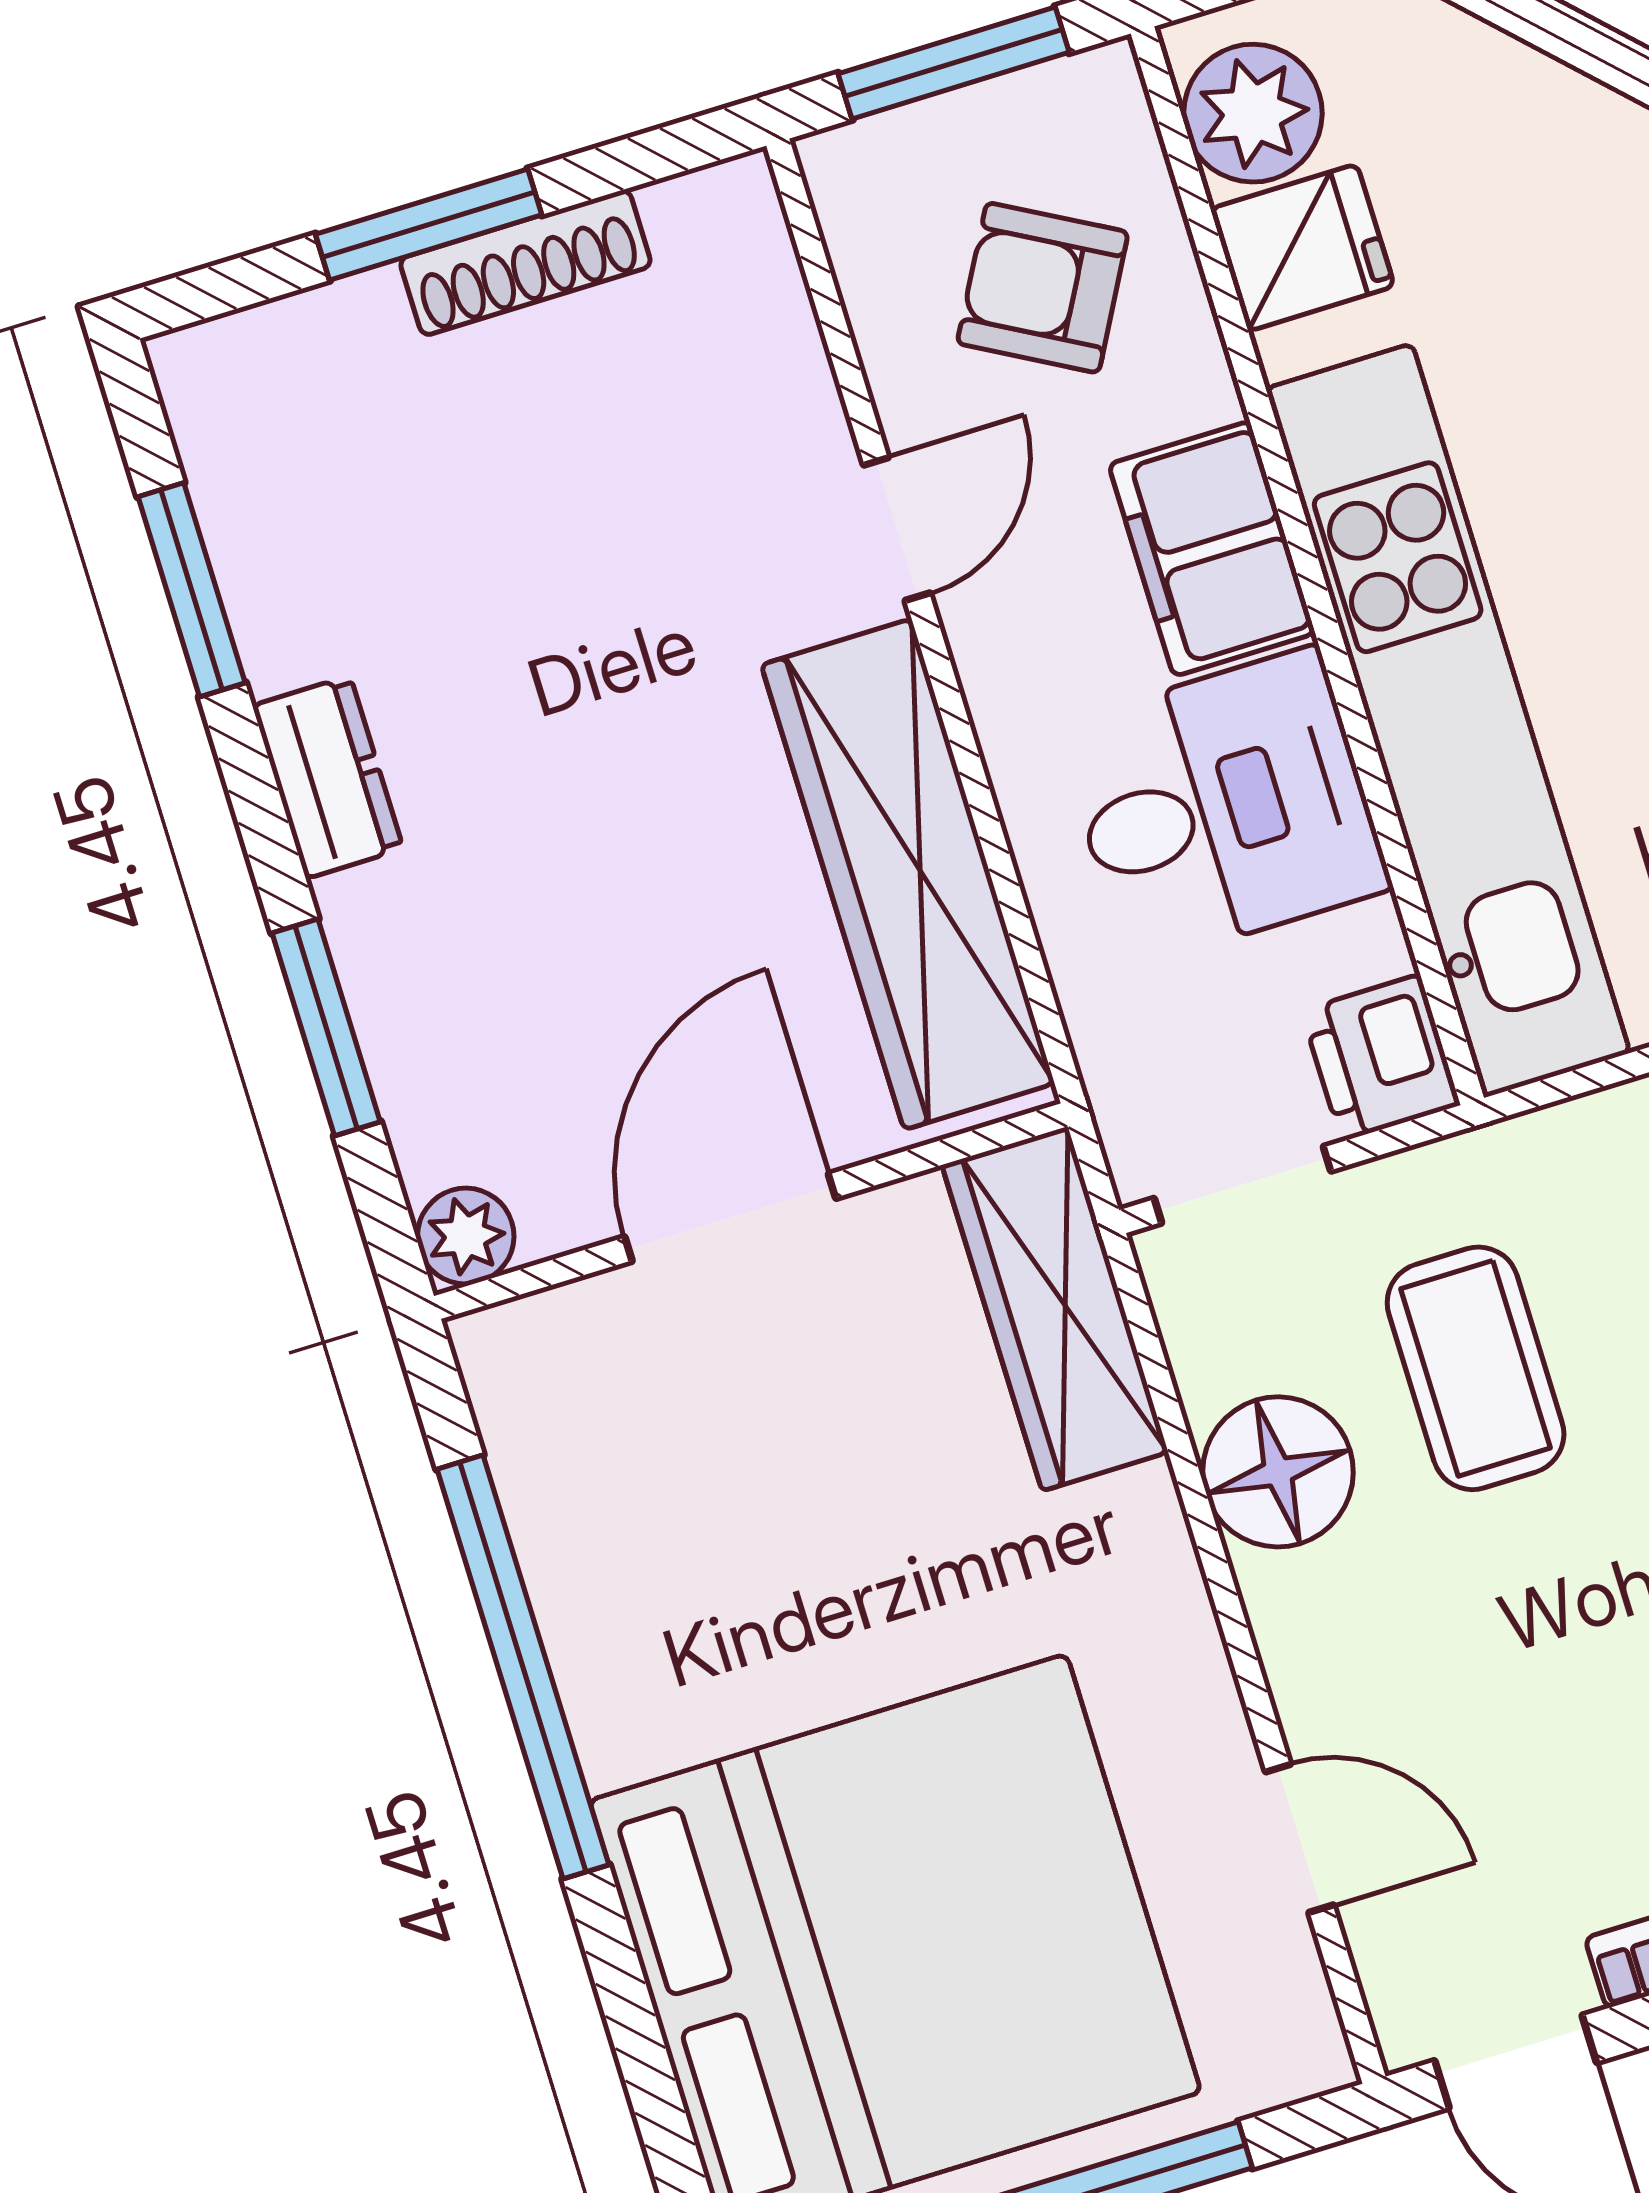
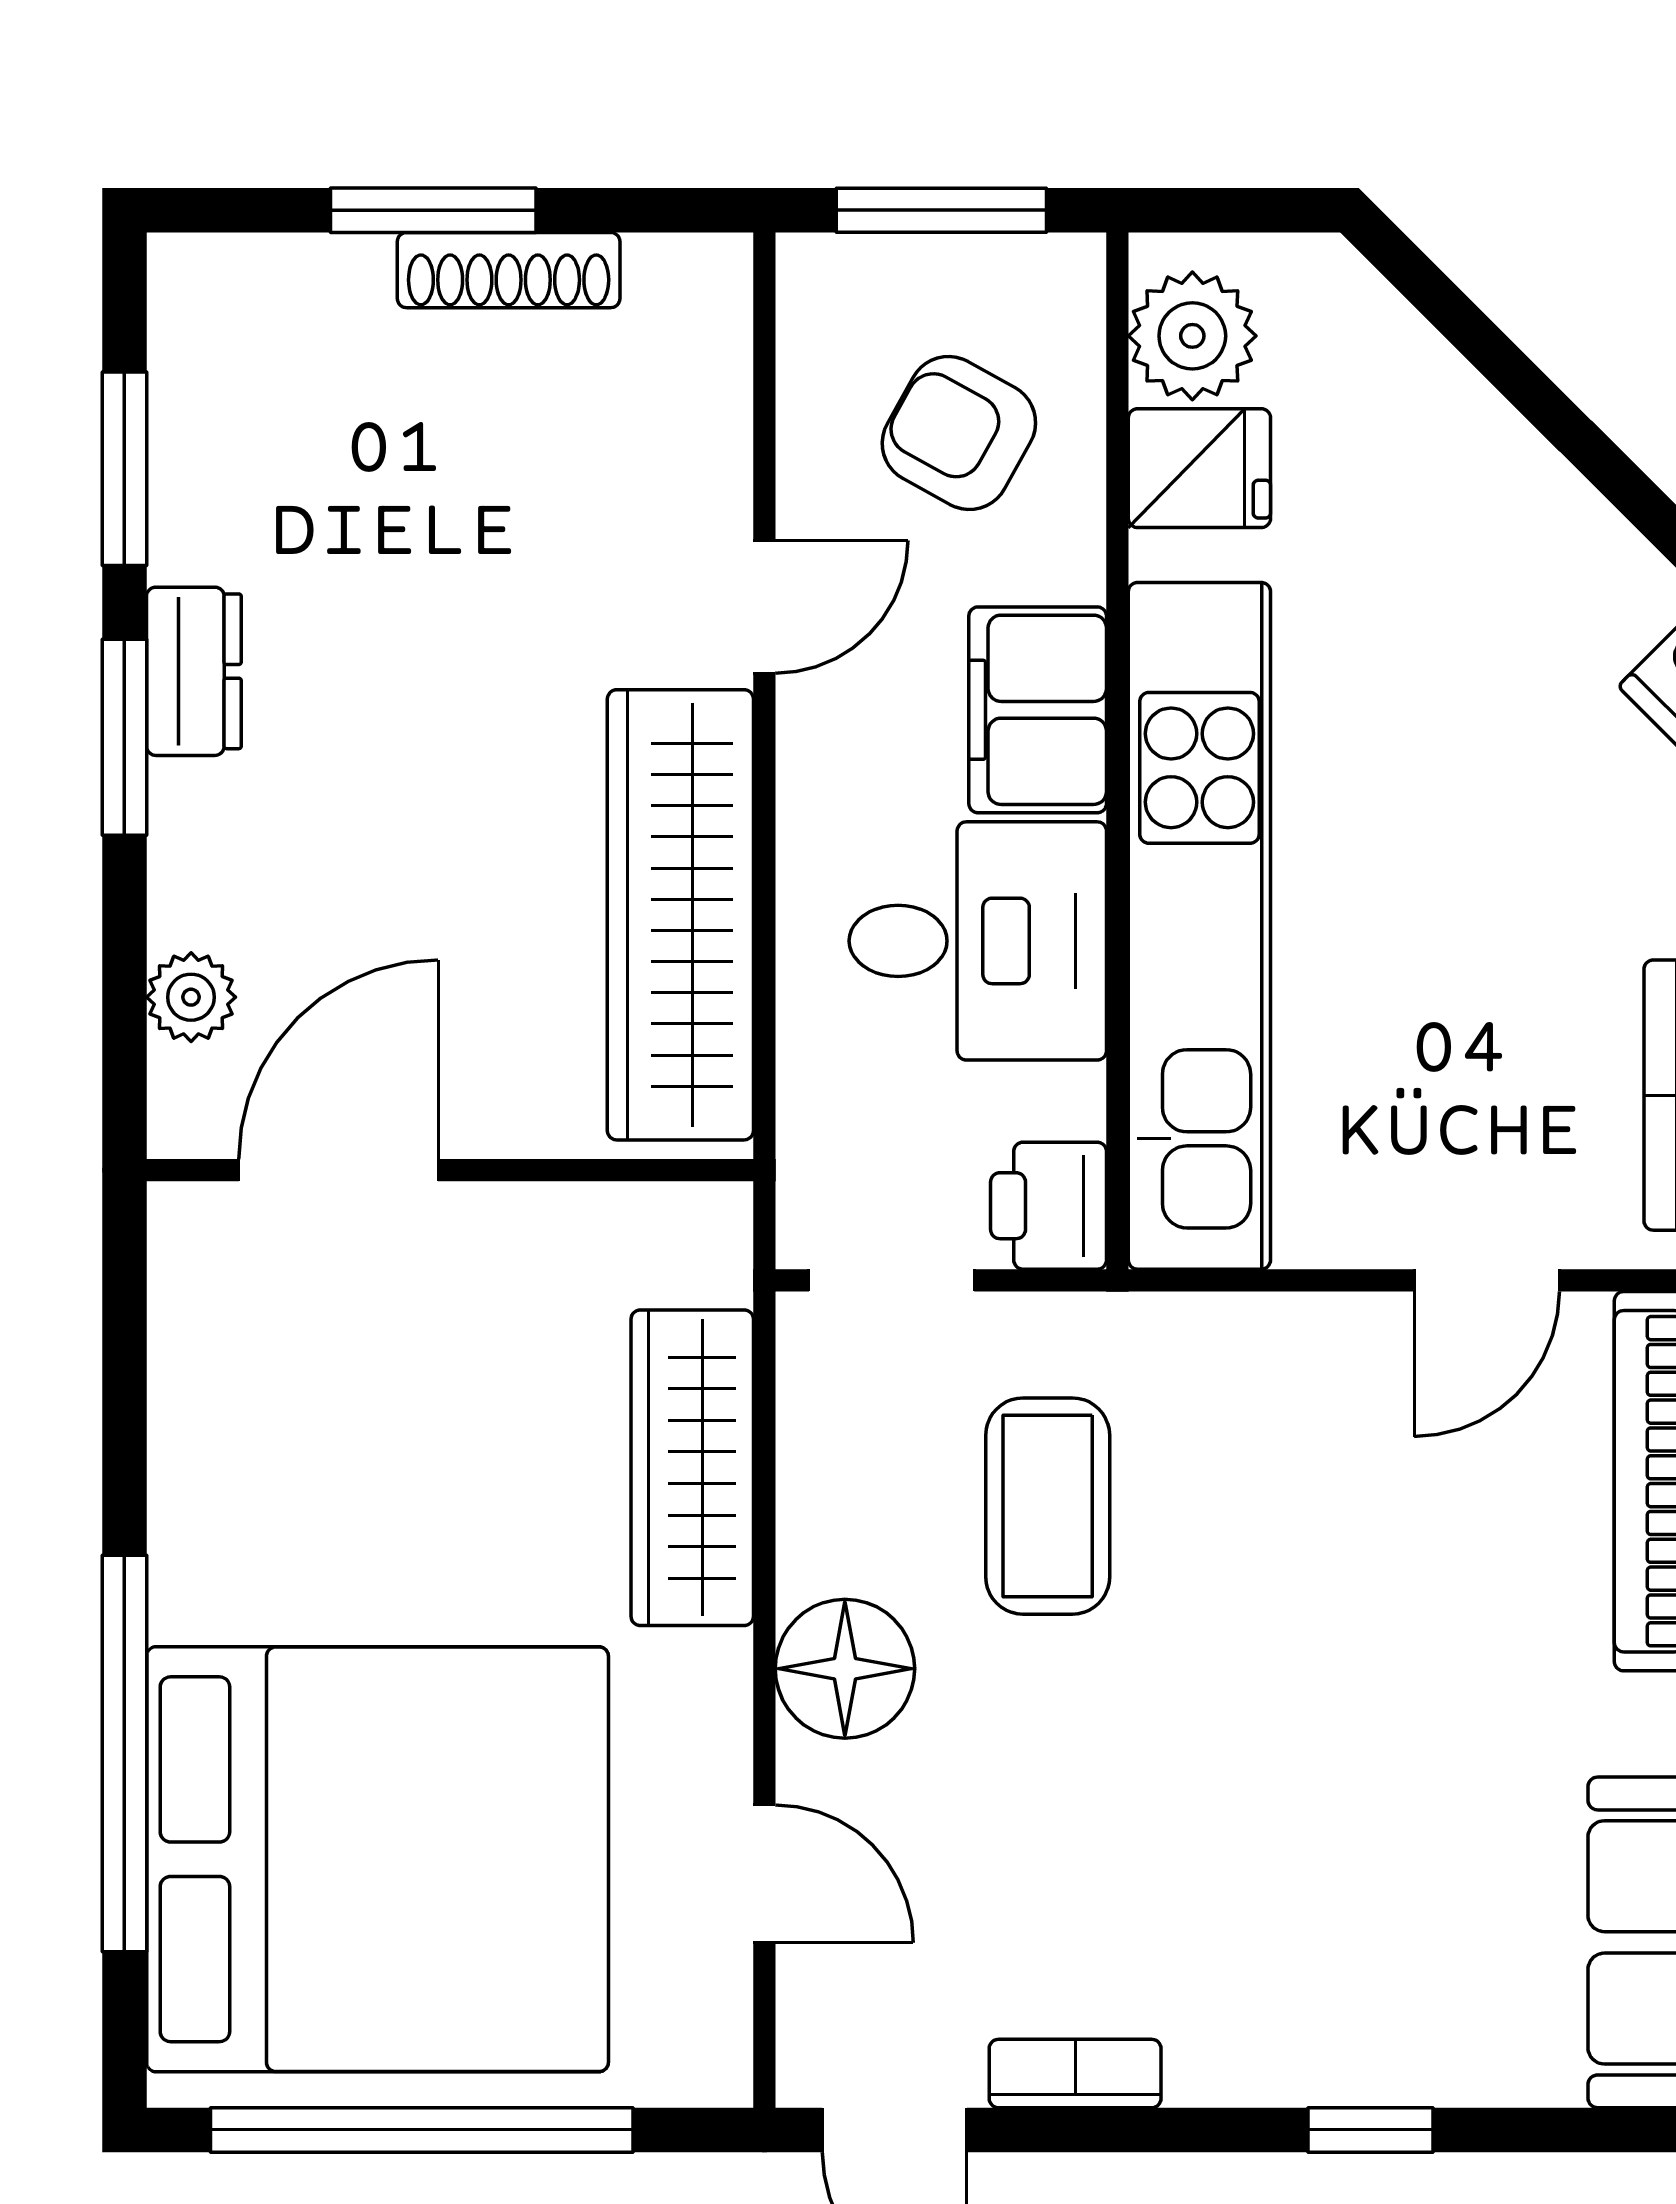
window: (326, 1027) -> (124, 737), moved
door: (730, 1218) -> (339, 1170), moved
plant: (466, 1236) -> (191, 997), moved
wardrobe: (1055, 1309) -> (692, 1468), moved
floor lamp: (1278, 1472) -> (845, 1669), moved
window: (523, 1667) -> (124, 1753), moved

